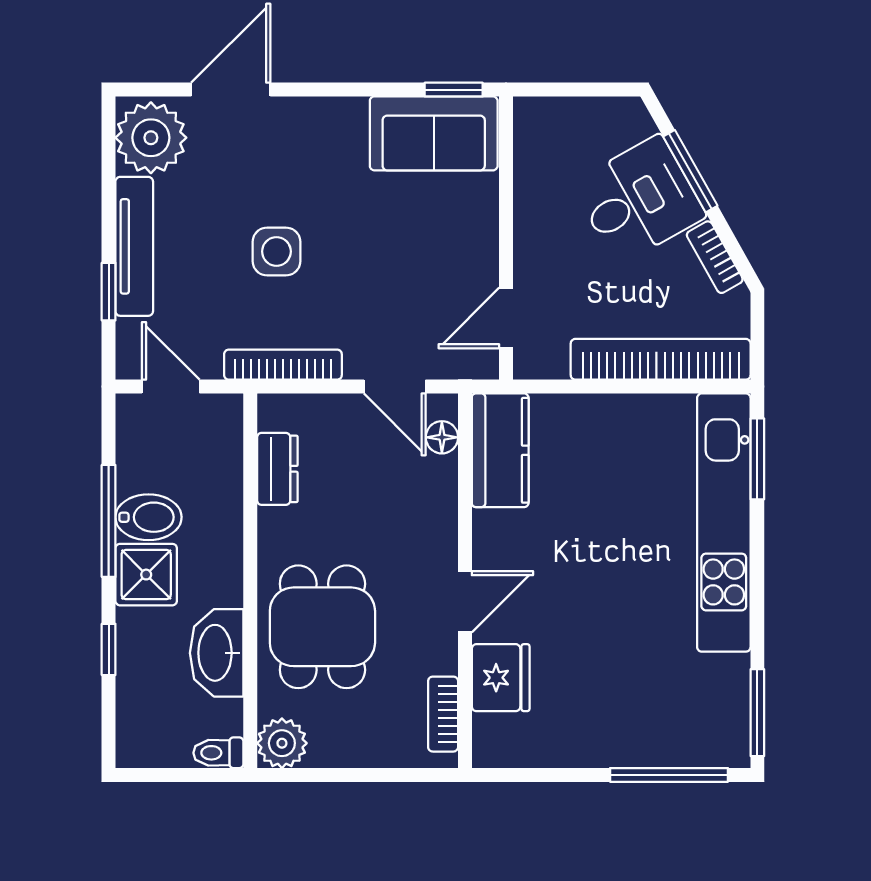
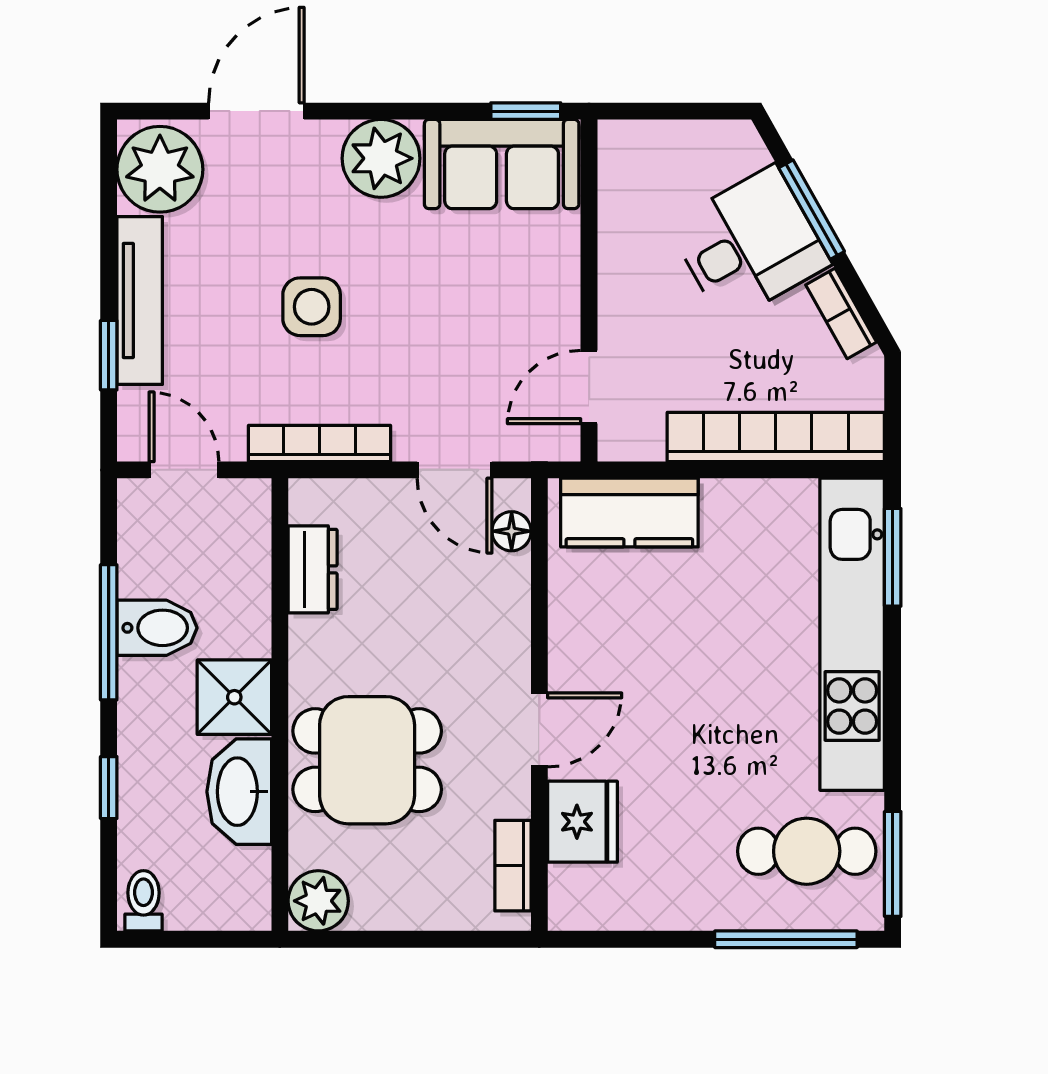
plant: (334, 129) -> (381, 158), added
kitchen counter: (500, 450) -> (629, 513), moved, turned 90
shower: (146, 575) -> (234, 697), moved
dining table: (322, 627) -> (367, 760), turned 90
cafe table: (686, 702) -> (807, 851), added
toilet: (218, 753) -> (143, 901), moved, turned 90

